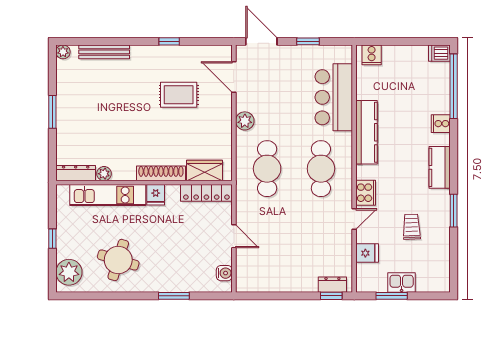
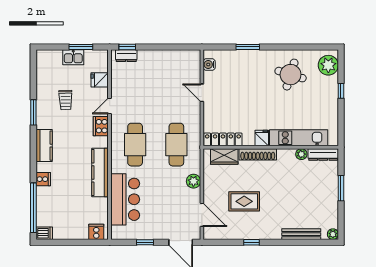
wardrobe: (204, 171) -> (224, 157), moved
dresser: (76, 173) -> (323, 155), moved
shoe rack: (161, 173) -> (258, 154), moved
plant: (104, 174) -> (301, 154), moved
wall: (144, 183) -> (271, 147), moved
locker: (206, 193) -> (223, 139), moved
kitchen unit: (108, 195) -> (299, 138), moved
fridge: (156, 195) -> (262, 138), moved

